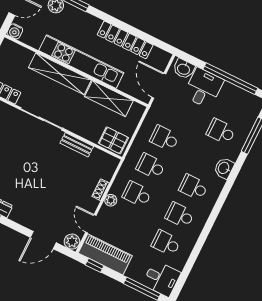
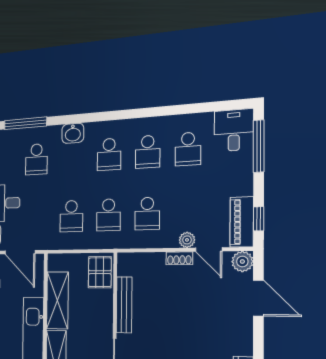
door: (159, 86) -> (20, 252), hinge flipped
bench: (77, 145) -> (124, 305), width x1.36
shoe rack: (101, 190) -> (179, 258), moved
plant: (111, 200) -> (187, 240), moved
door: (91, 224) -> (209, 249), hinge flipped
piano: (105, 254) -> (242, 222), width x0.73, depth x0.75

